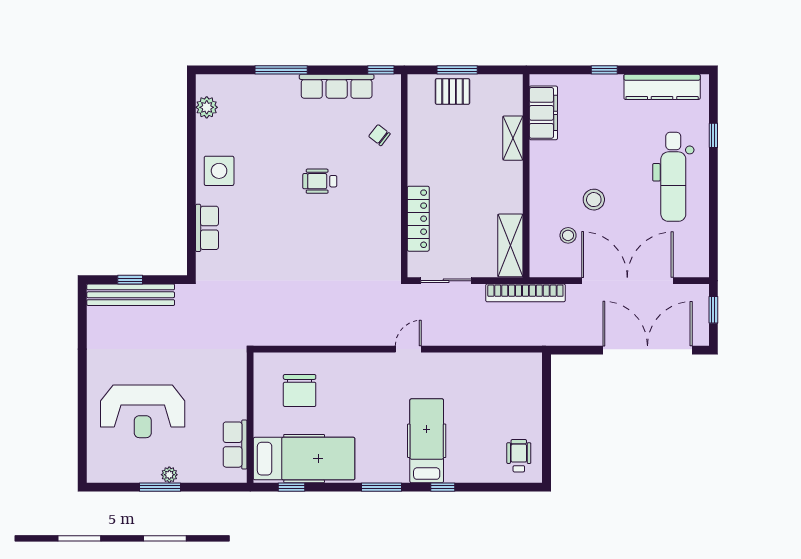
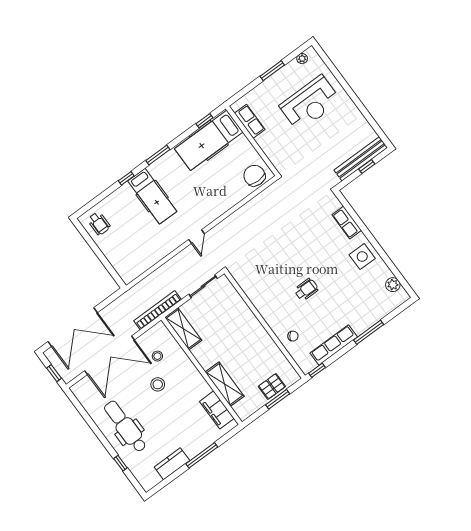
window: (604, 70) -> (202, 455), width x2.17
kitchen counter: (662, 87) -> (172, 464), width x0.67
shelving: (513, 138) -> (225, 384), width x1.50, depth x1.33
locker: (418, 219) -> (241, 308), removed
chair: (300, 390) -> (254, 176), moved
reception desk: (143, 411) -> (310, 103), turned 180
plant: (169, 475) -> (302, 59), moved

